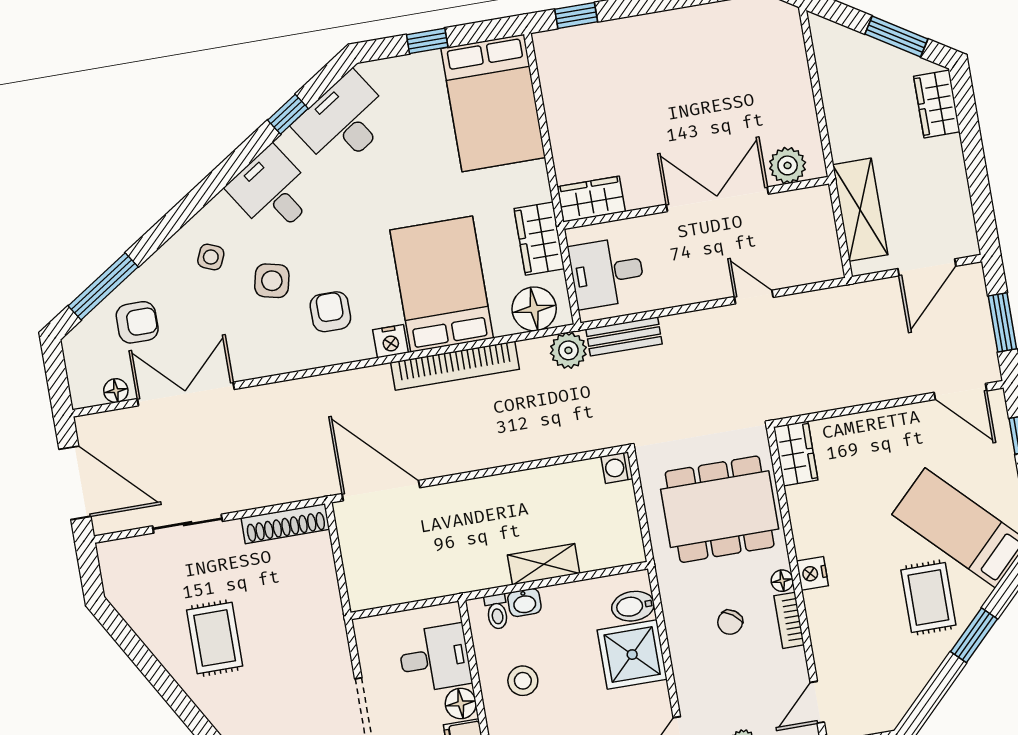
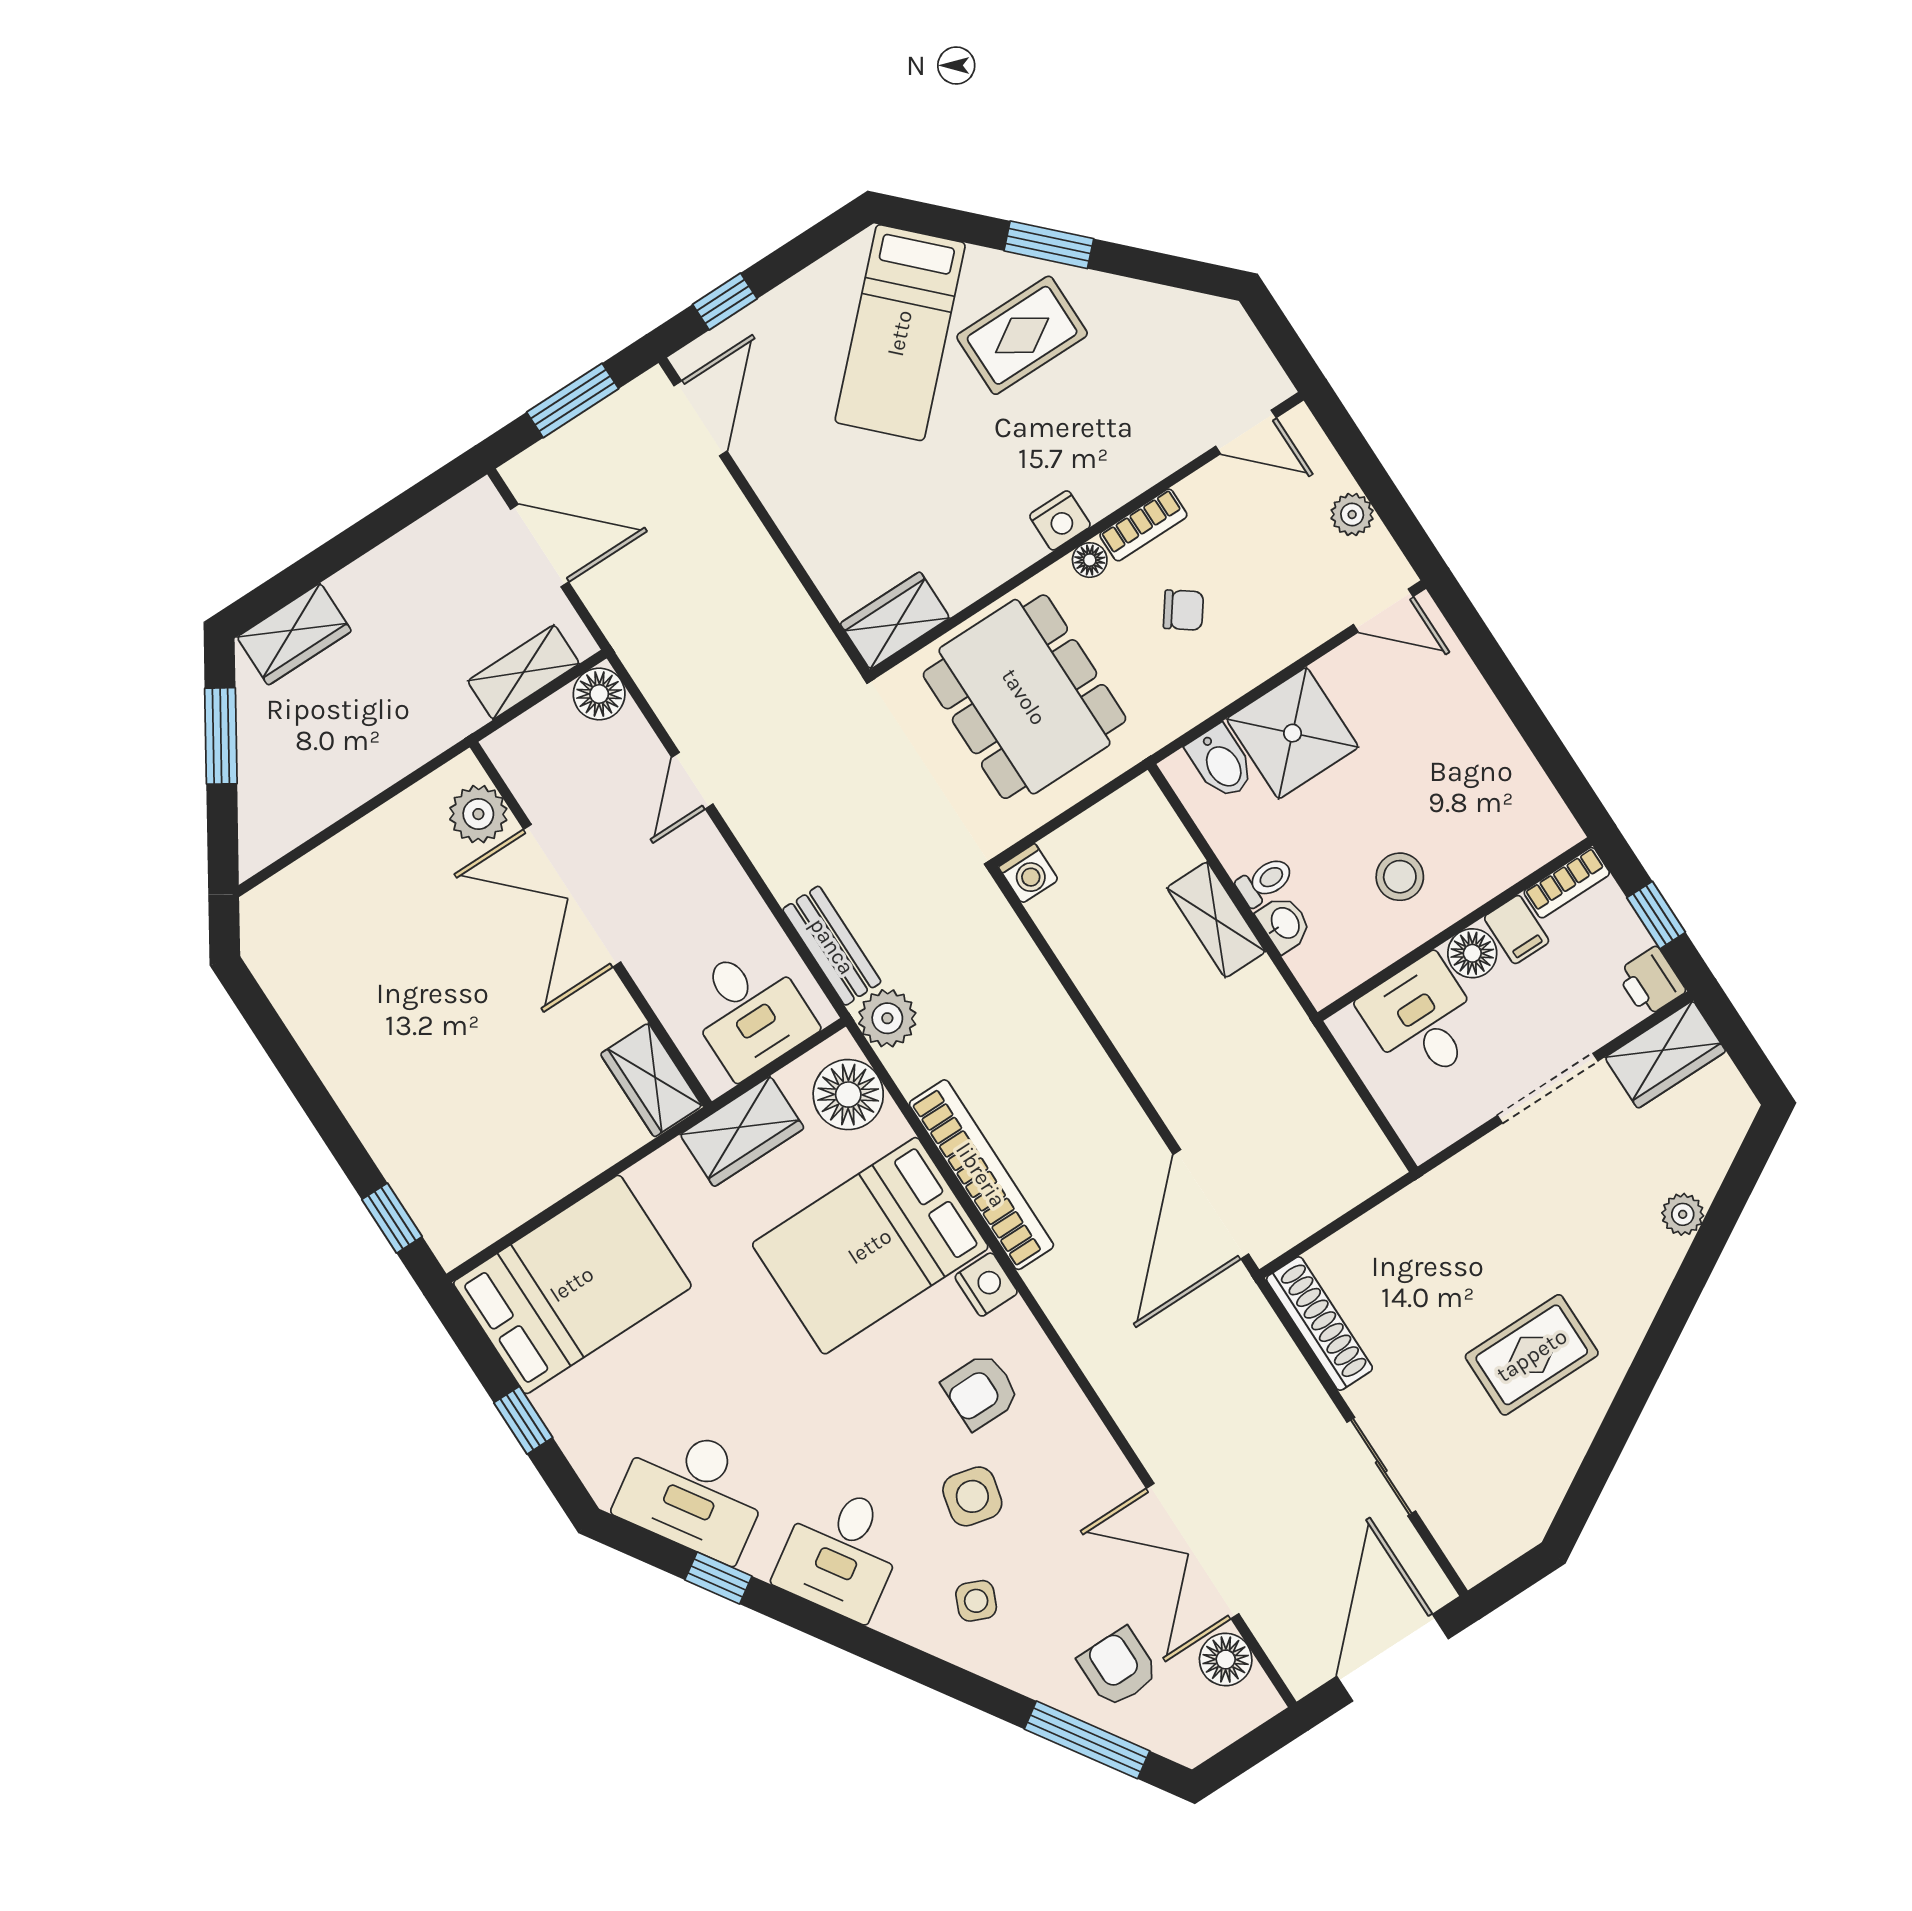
shelving: (860, 210) -> (524, 672), width x0.67, depth x0.75
floor lamp: (827, 265) -> (599, 694), added
floor lamp: (116, 391) -> (1226, 1659), width x1.37, depth x1.37
toilet: (497, 612) -> (1265, 881), moved

